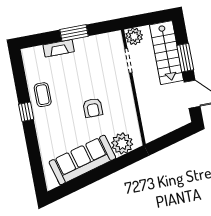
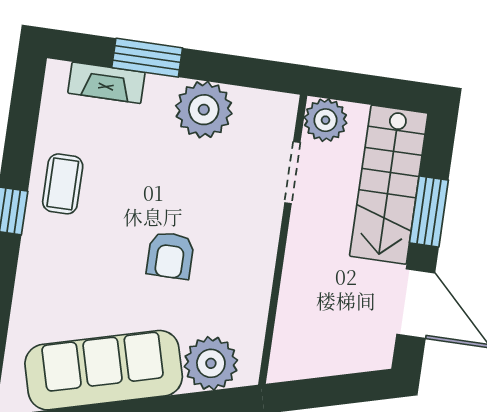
window: (74, 33) -> (147, 58), moved
fireplace: (59, 48) -> (106, 83), moved
plant: (87, 48) -> (204, 110), added

